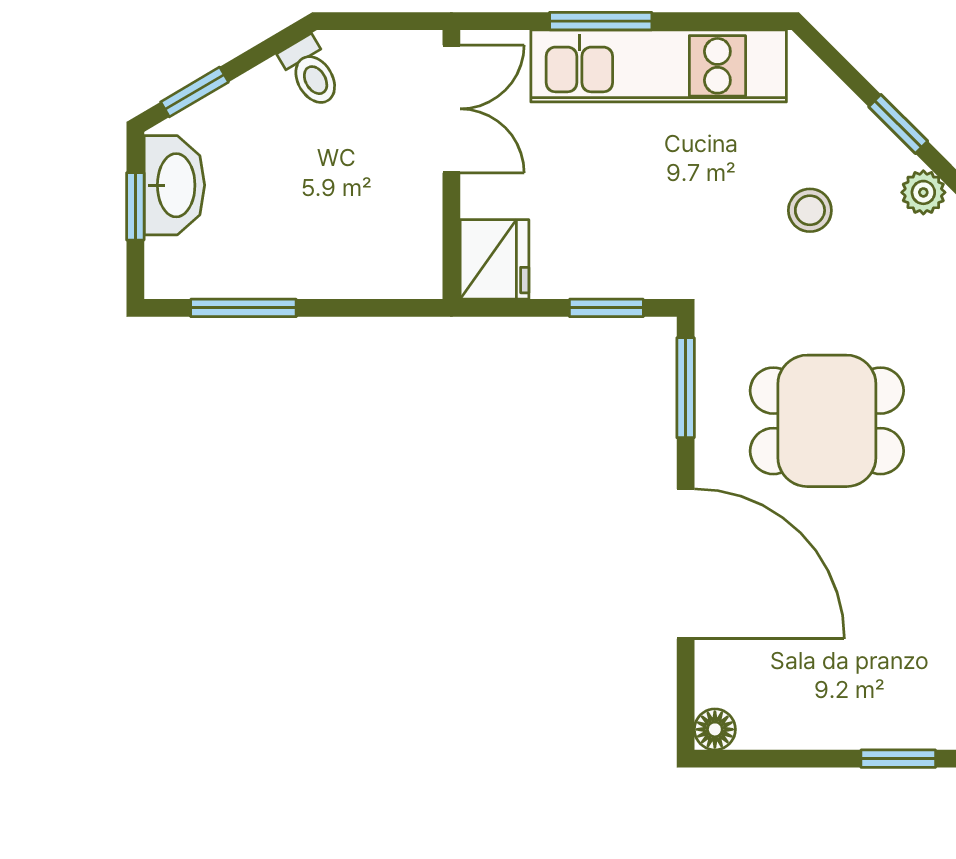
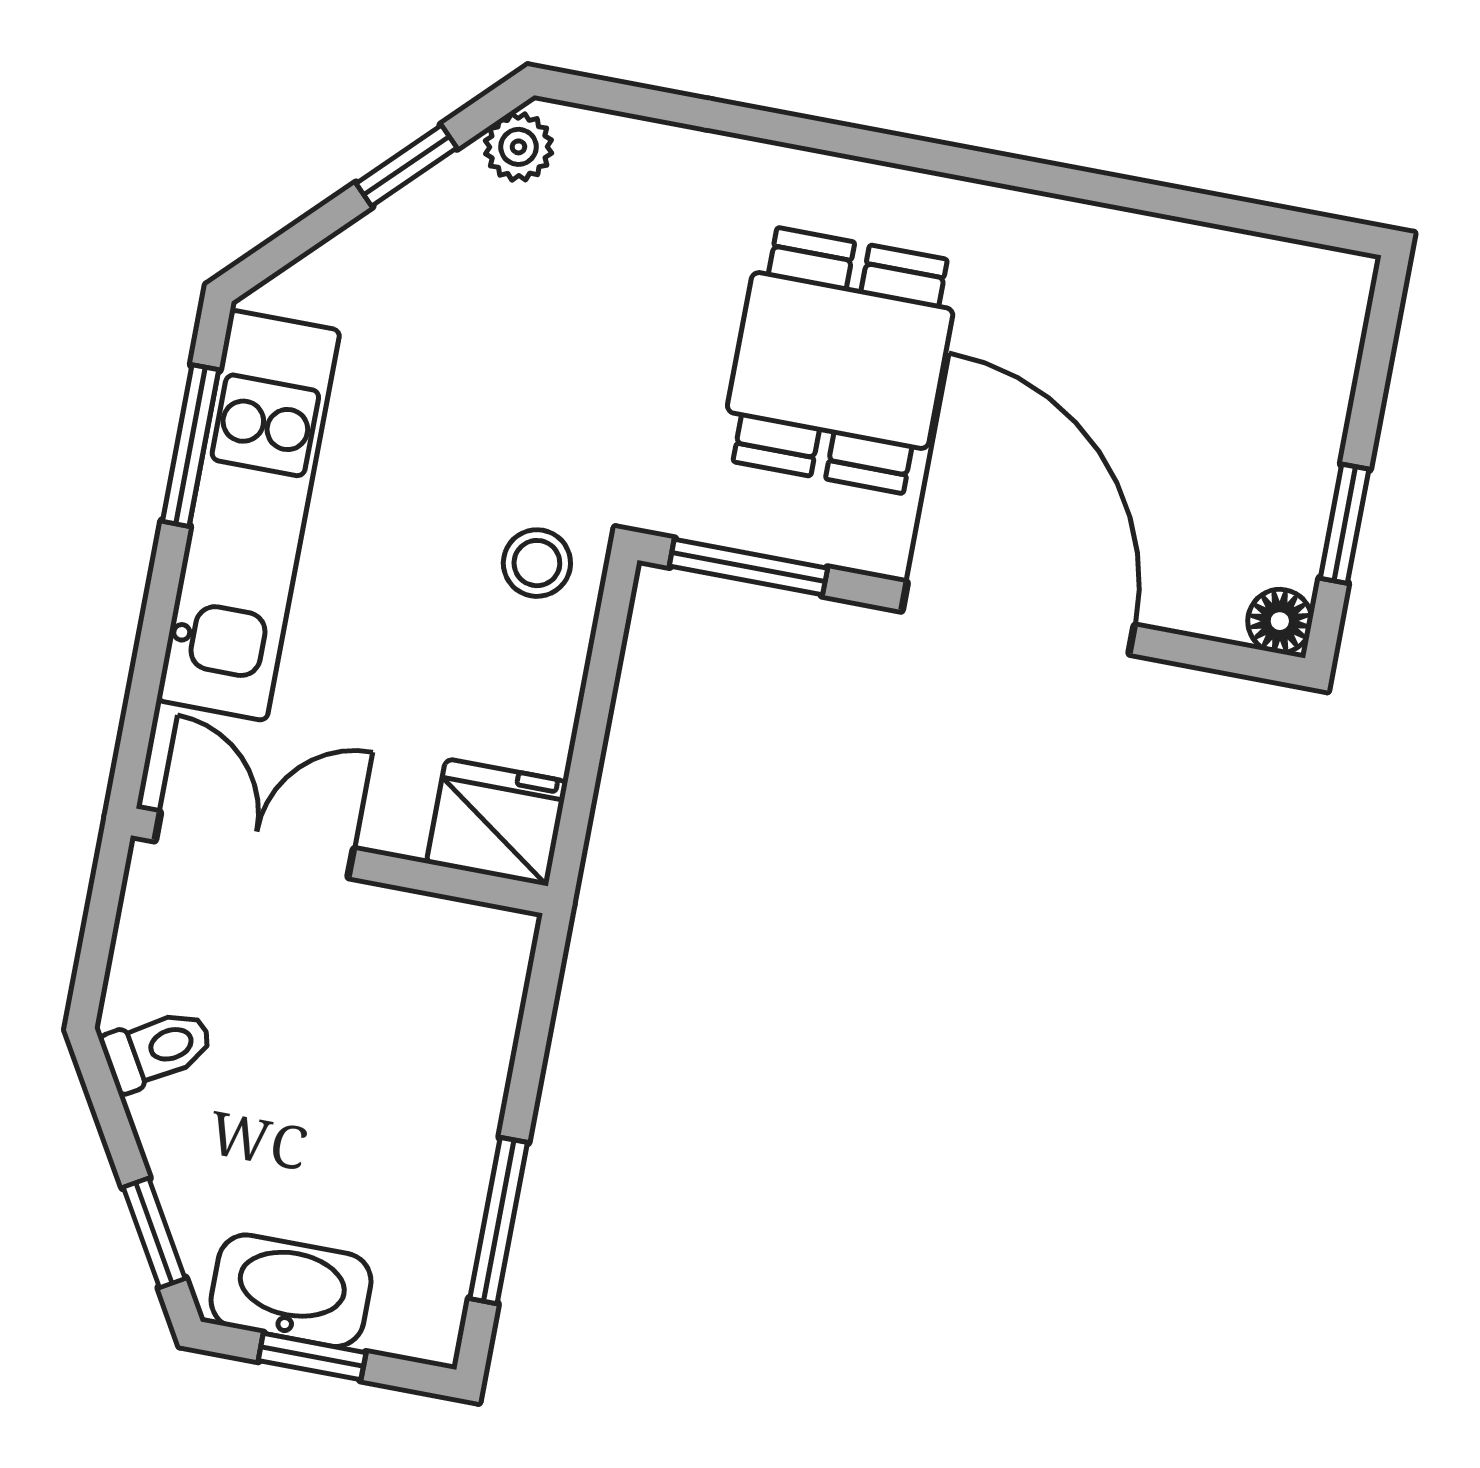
window: (601, 21) -> (191, 446), moved
stool: (810, 210) -> (537, 563), moved
window: (606, 308) -> (604, 665), removed
door: (686, 564) -> (1018, 618), hinge flipped
window: (898, 759) -> (1345, 524), moved

